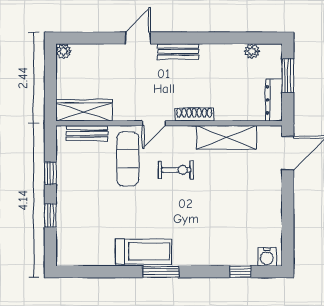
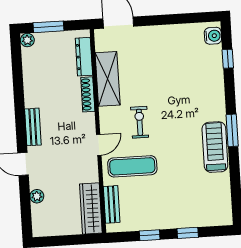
plant: (64, 51) -> (37, 196), moved
plant: (252, 51) -> (27, 40), moved
dresser: (274, 100) -> (84, 57), moved, turned 90
shoe rack: (194, 114) -> (88, 94), moved
door: (154, 123) -> (99, 145), hinge flipped

